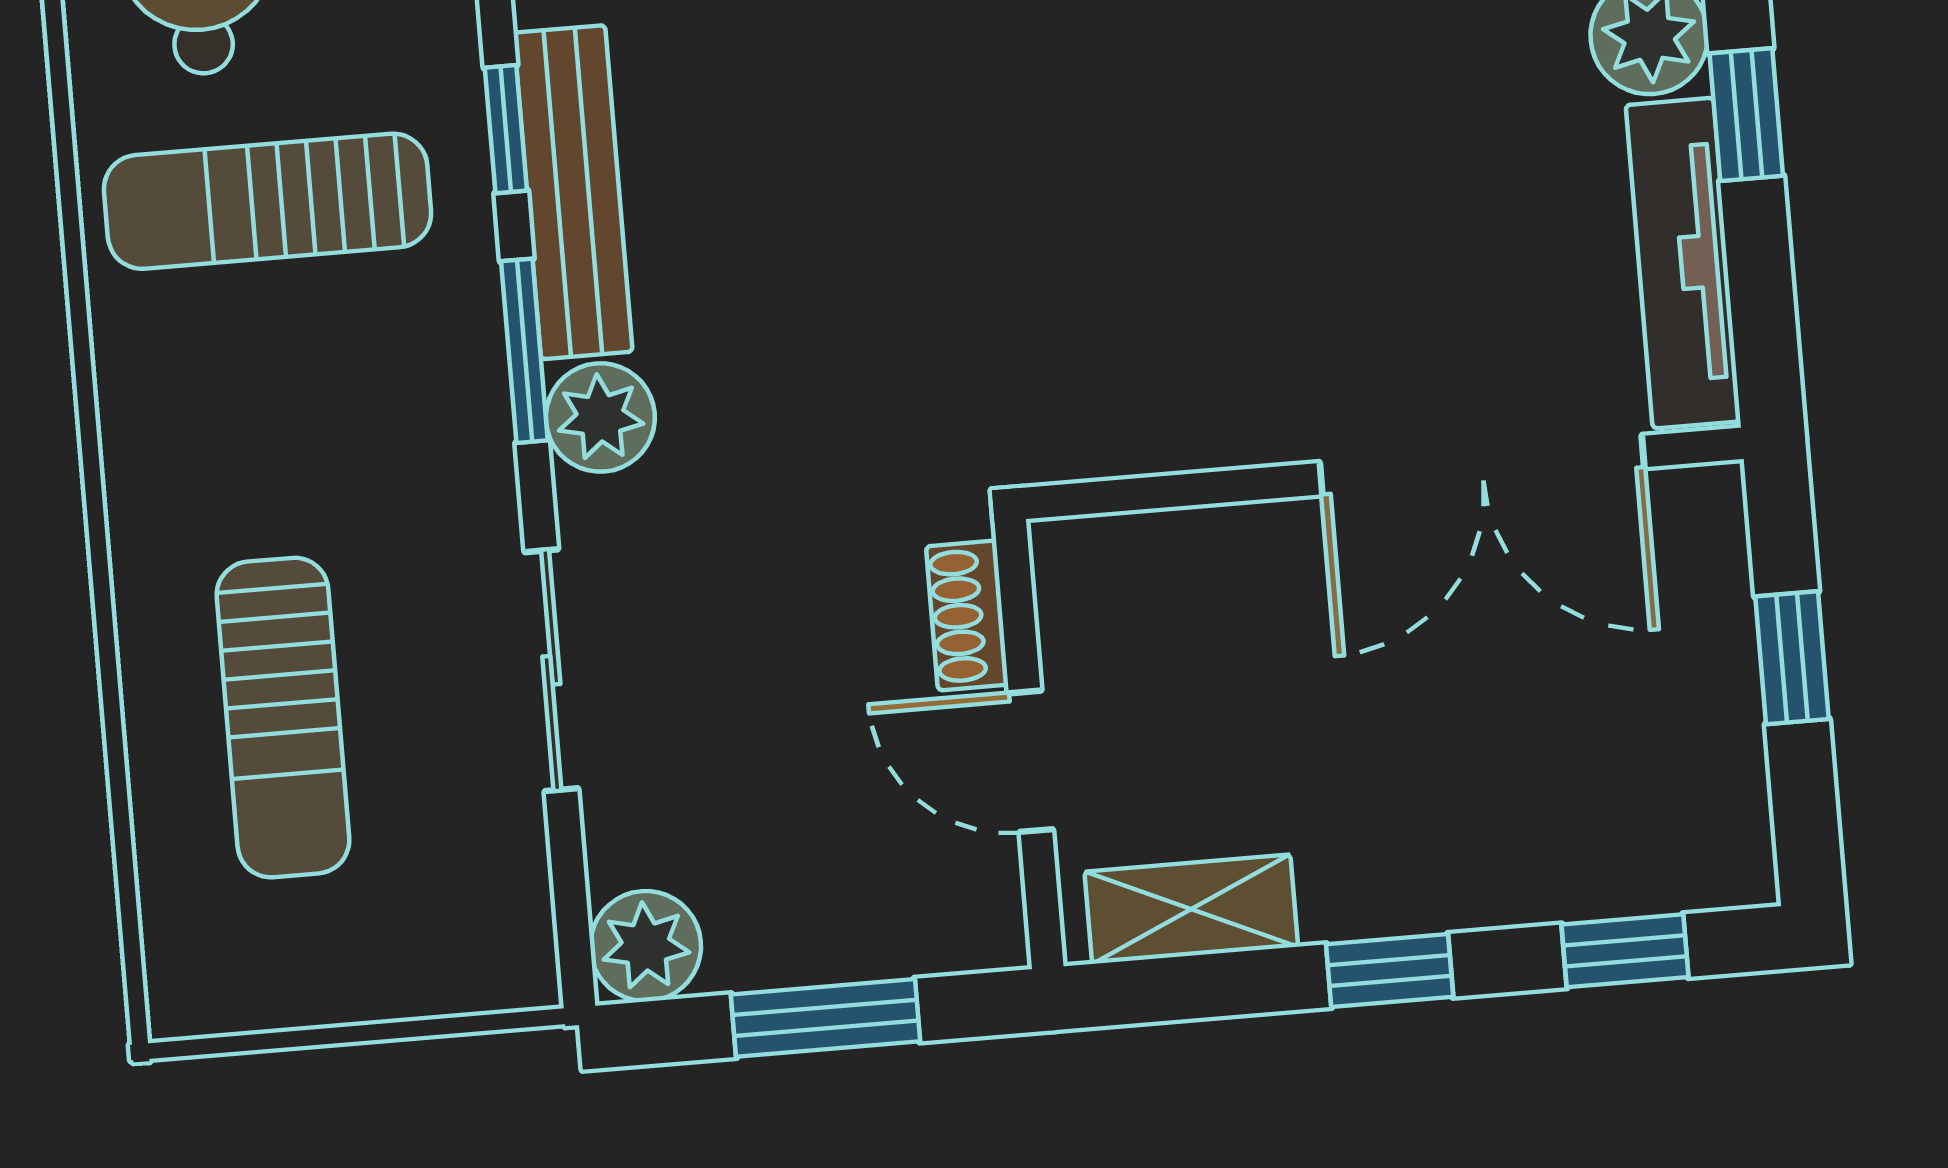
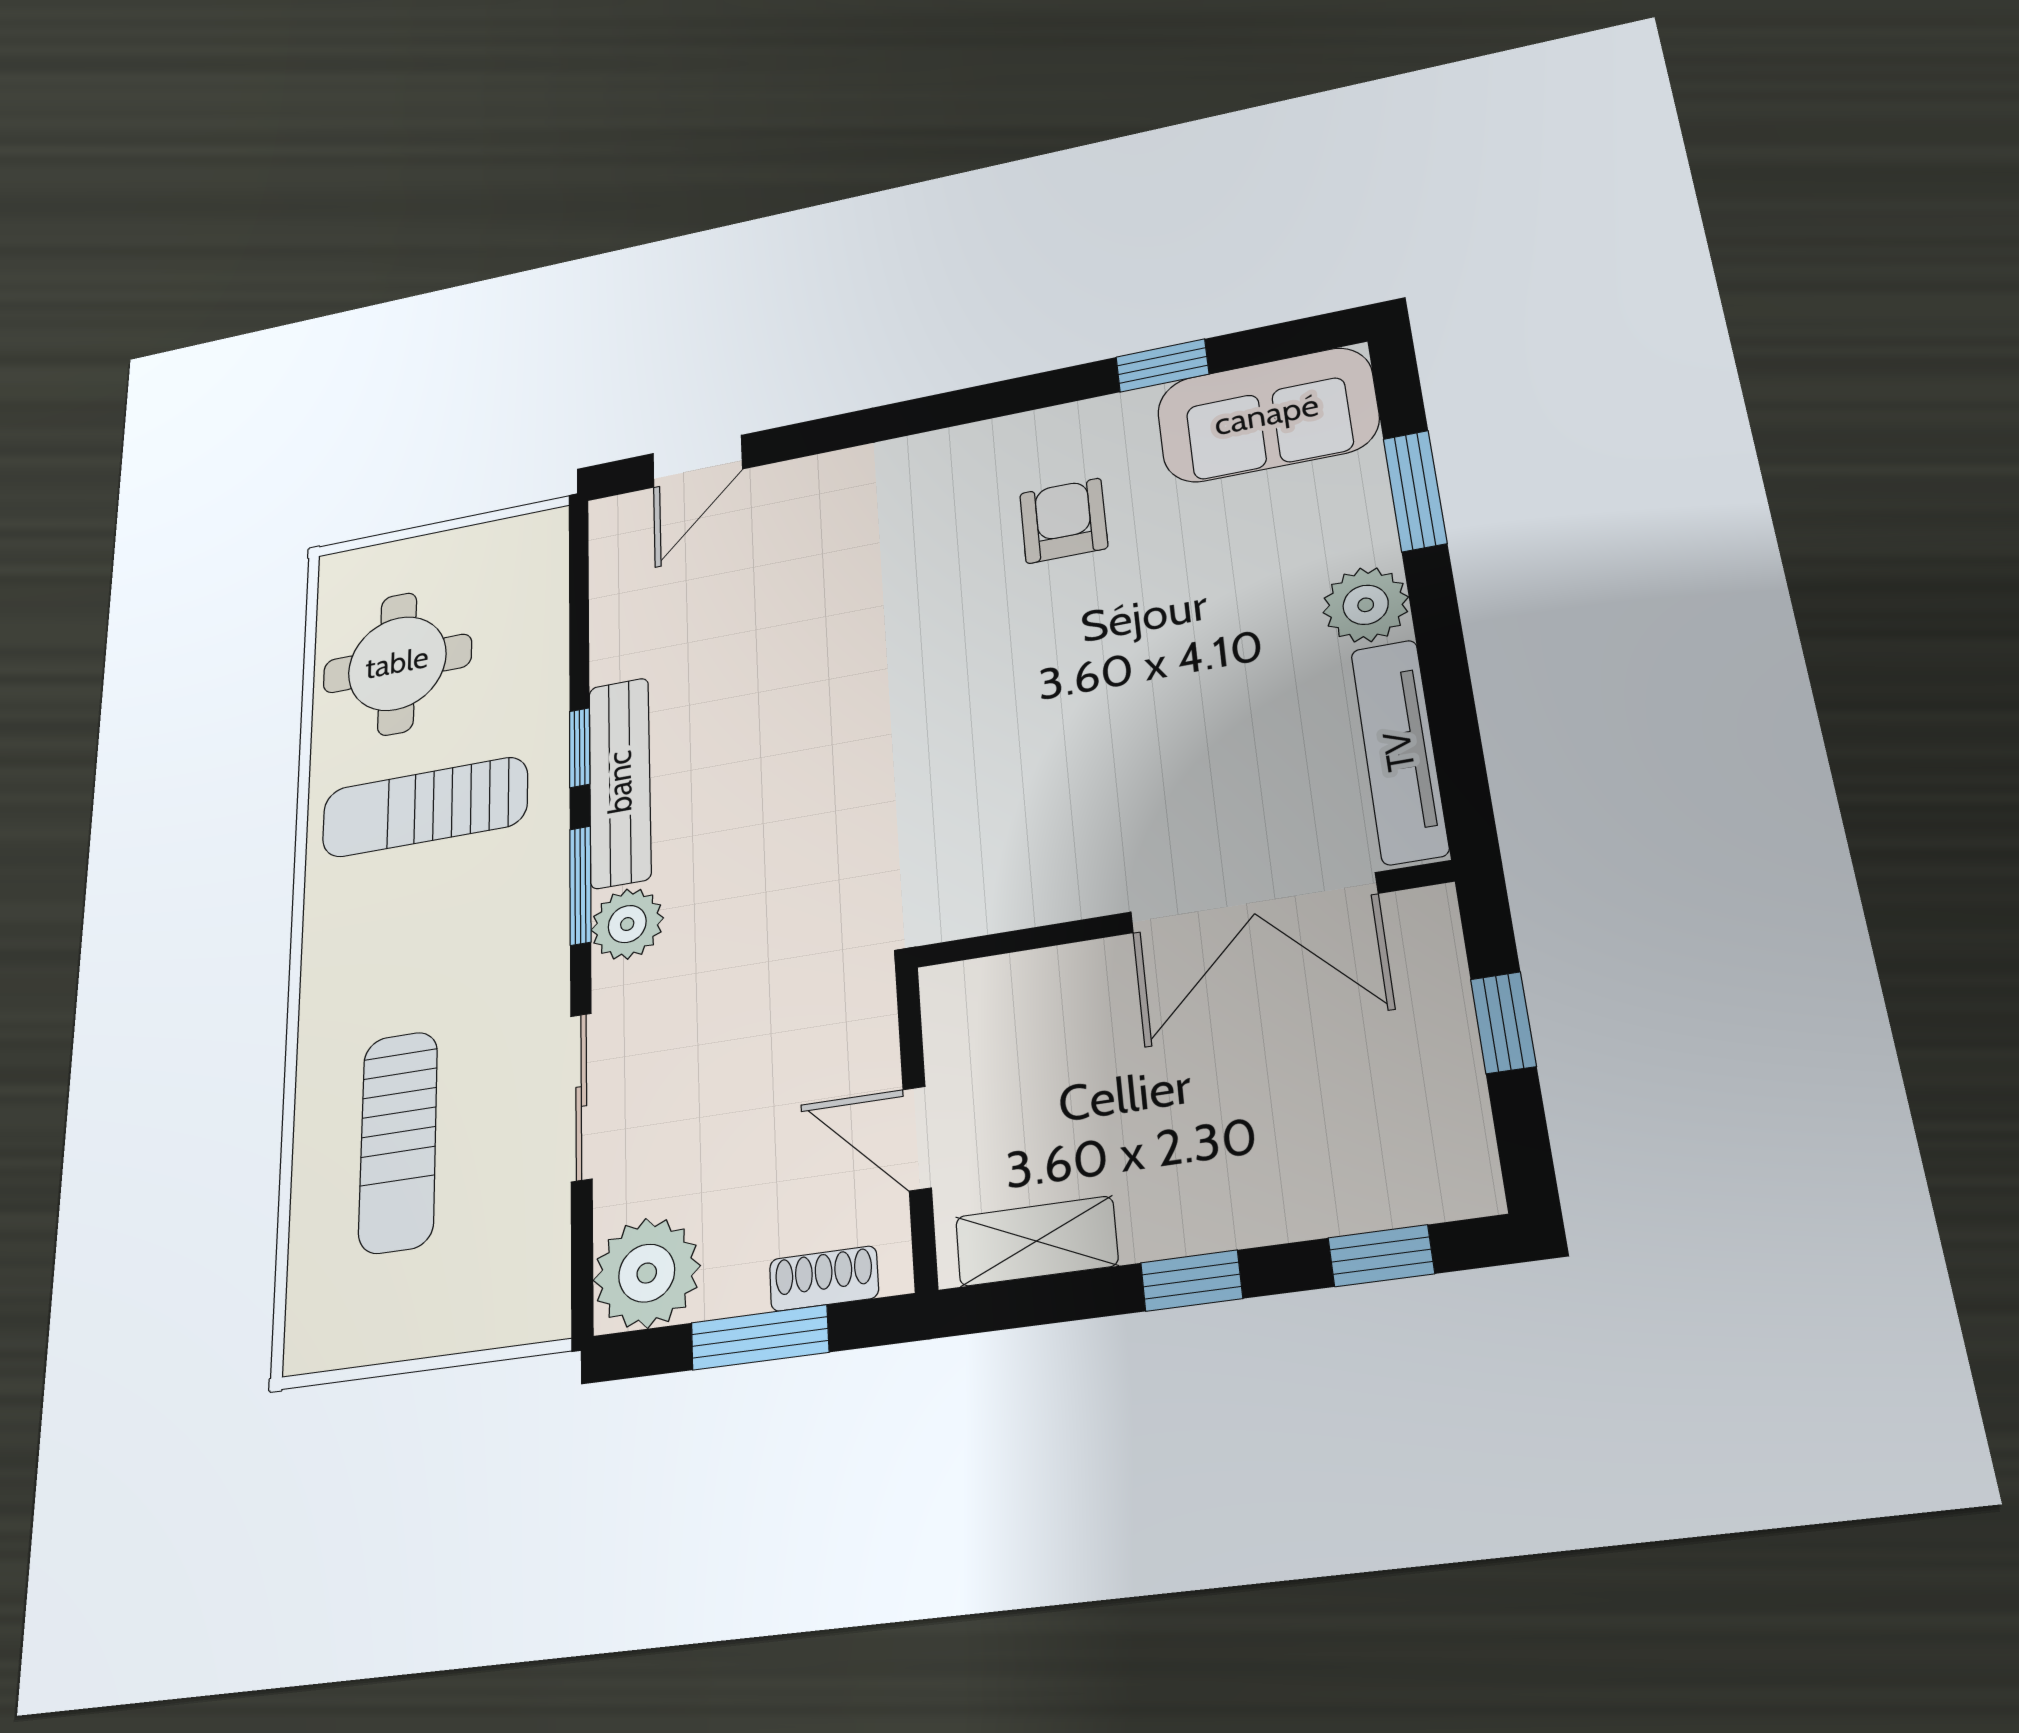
window: (1746, 115) -> (1441, 648), removed
shoe rack: (967, 615) -> (824, 1279), moved, turned 90
plant: (646, 946) -> (647, 1273), width x1.36, depth x1.36

